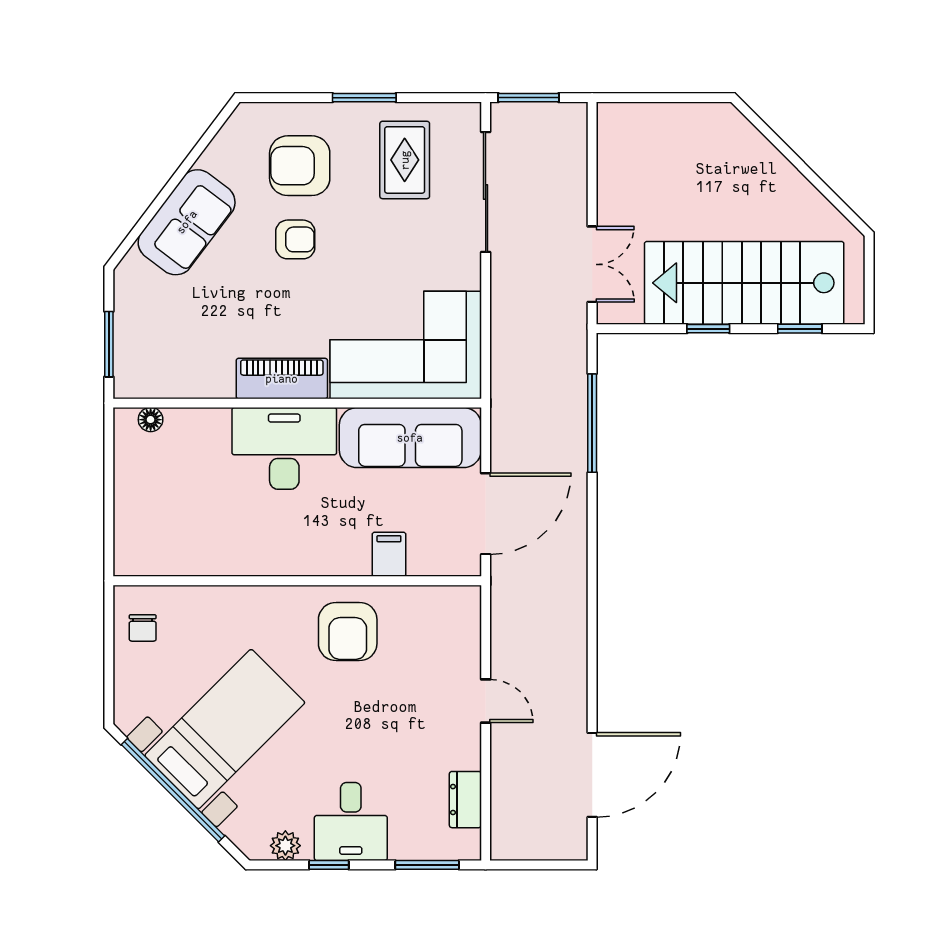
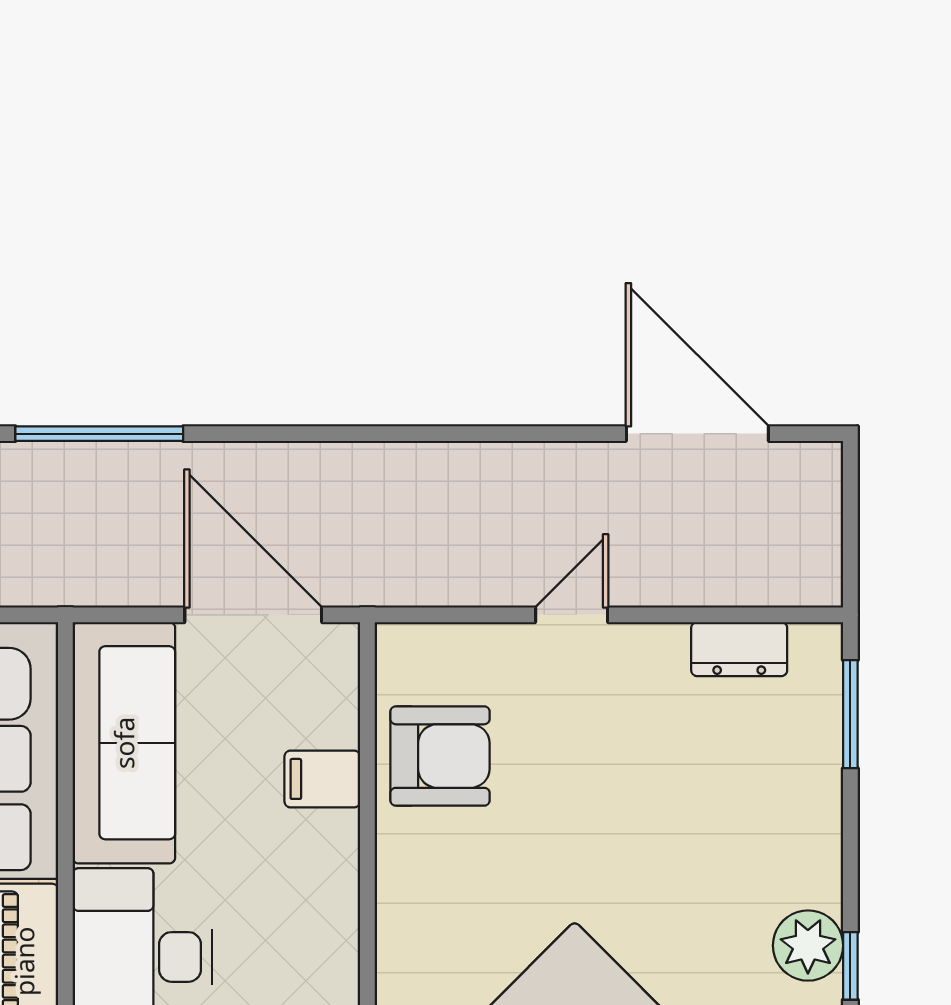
armchair: (348, 632) -> (440, 756), moved
desk: (351, 822) -> (777, 844), removed
plant: (285, 846) -> (808, 946), width x1.38, depth x1.38
window: (329, 865) -> (850, 966), moved

